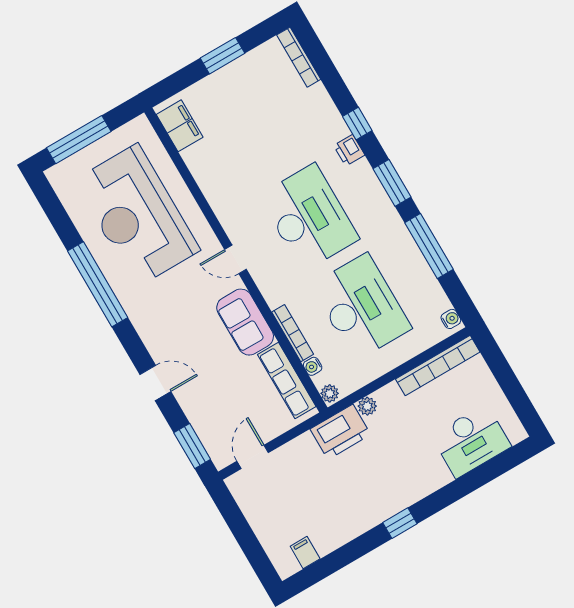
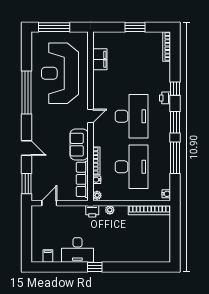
filing cabinet: (180, 126) -> (100, 59), moved
door: (235, 259) -> (90, 116), swing flipped
printer: (340, 432) -> (92, 211), width x0.53, depth x0.68
desk: (471, 441) -> (77, 250), moved

